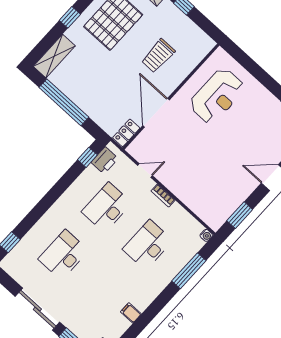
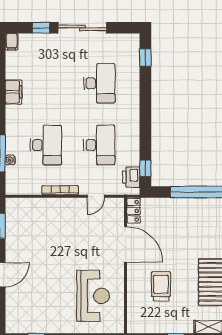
reception desk: (217, 96) -> (93, 296), turned 180
bookcase: (163, 196) -> (60, 190), width x1.56
water cooler: (206, 235) -> (10, 160), moved
filing cabinet: (131, 313) -> (14, 92), width x2.00

